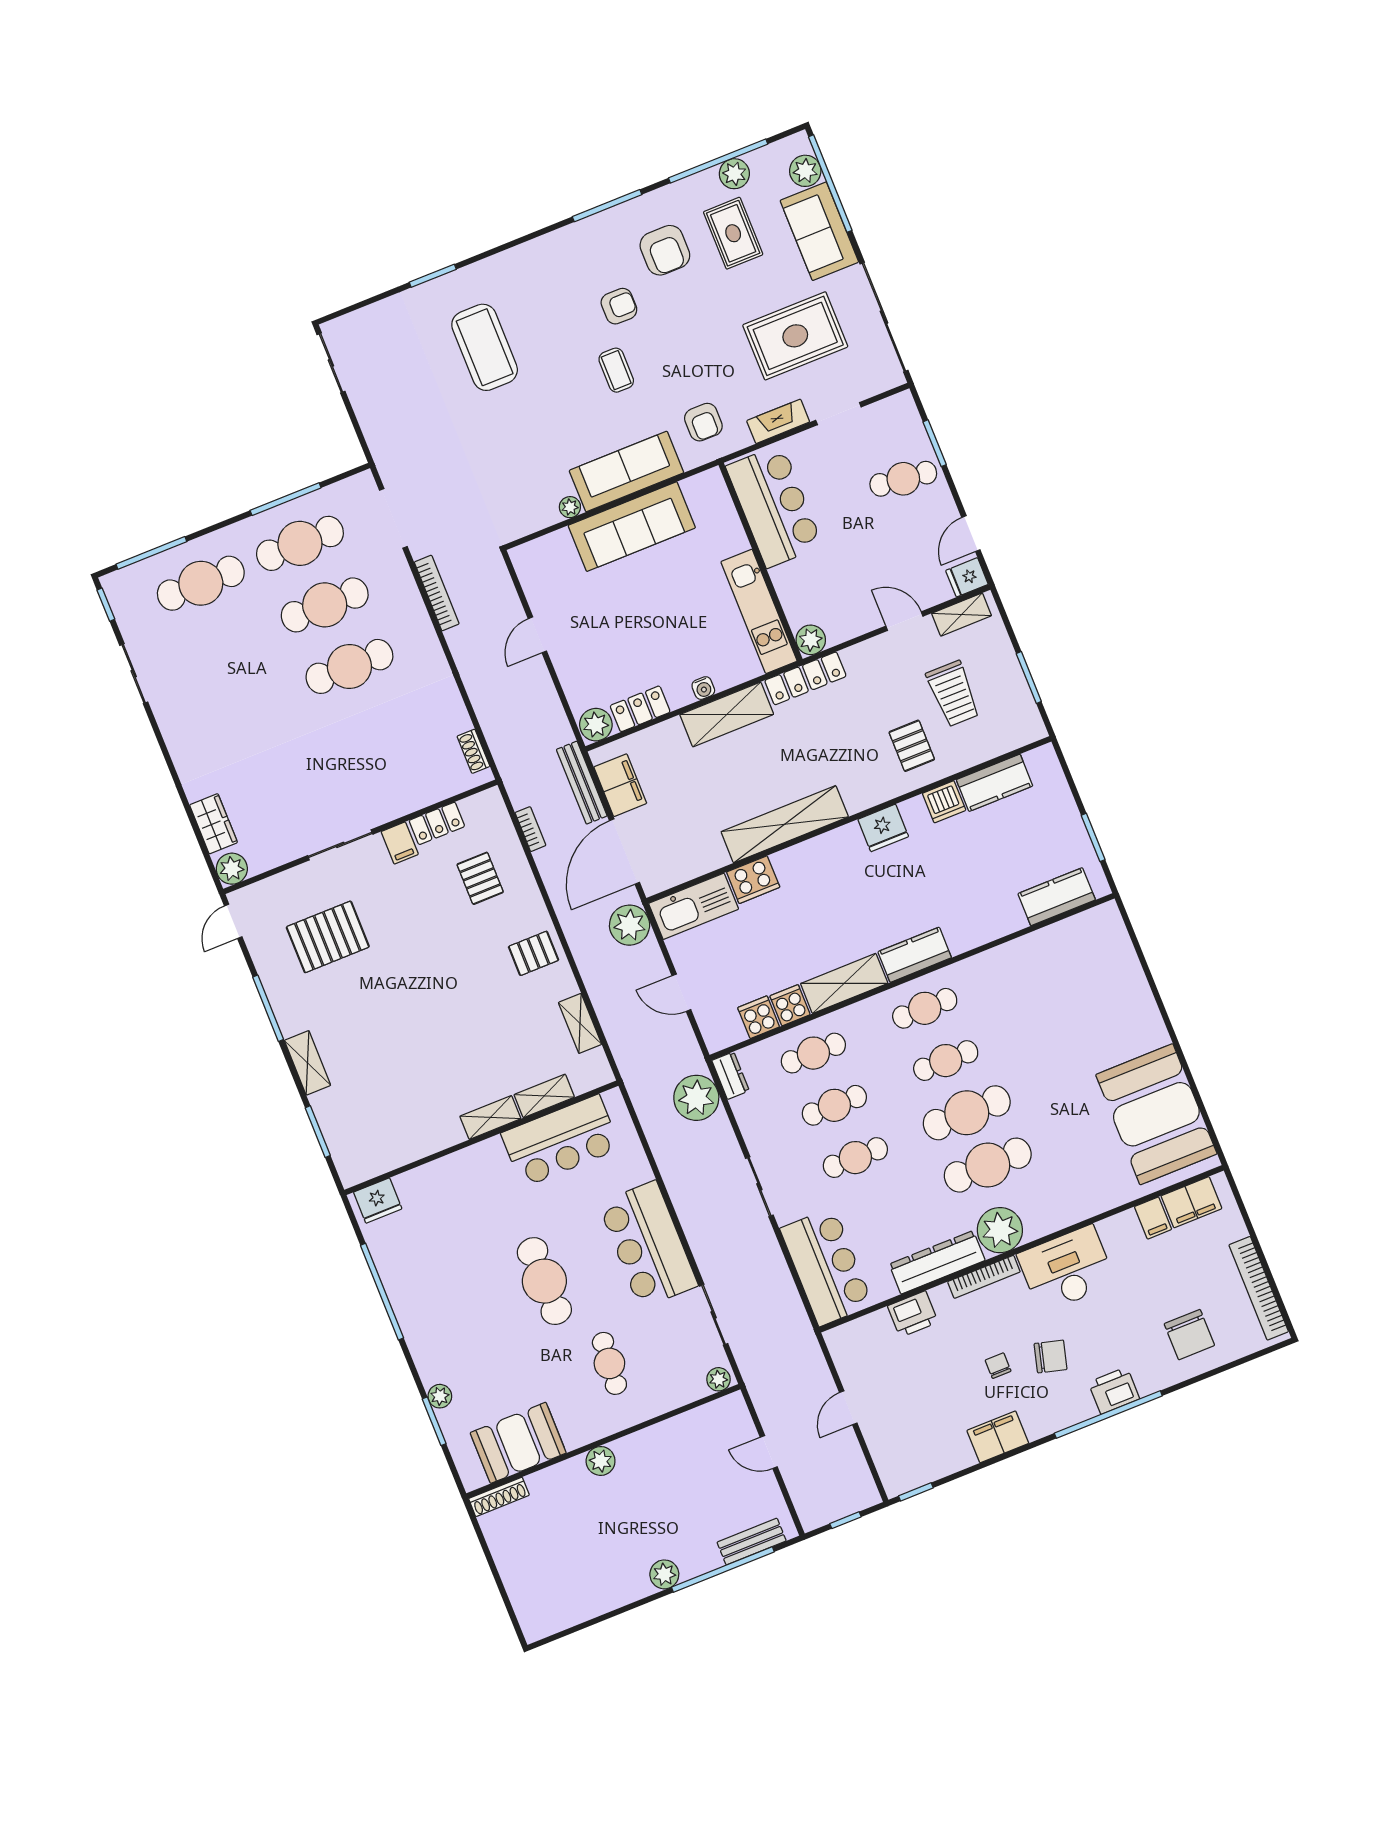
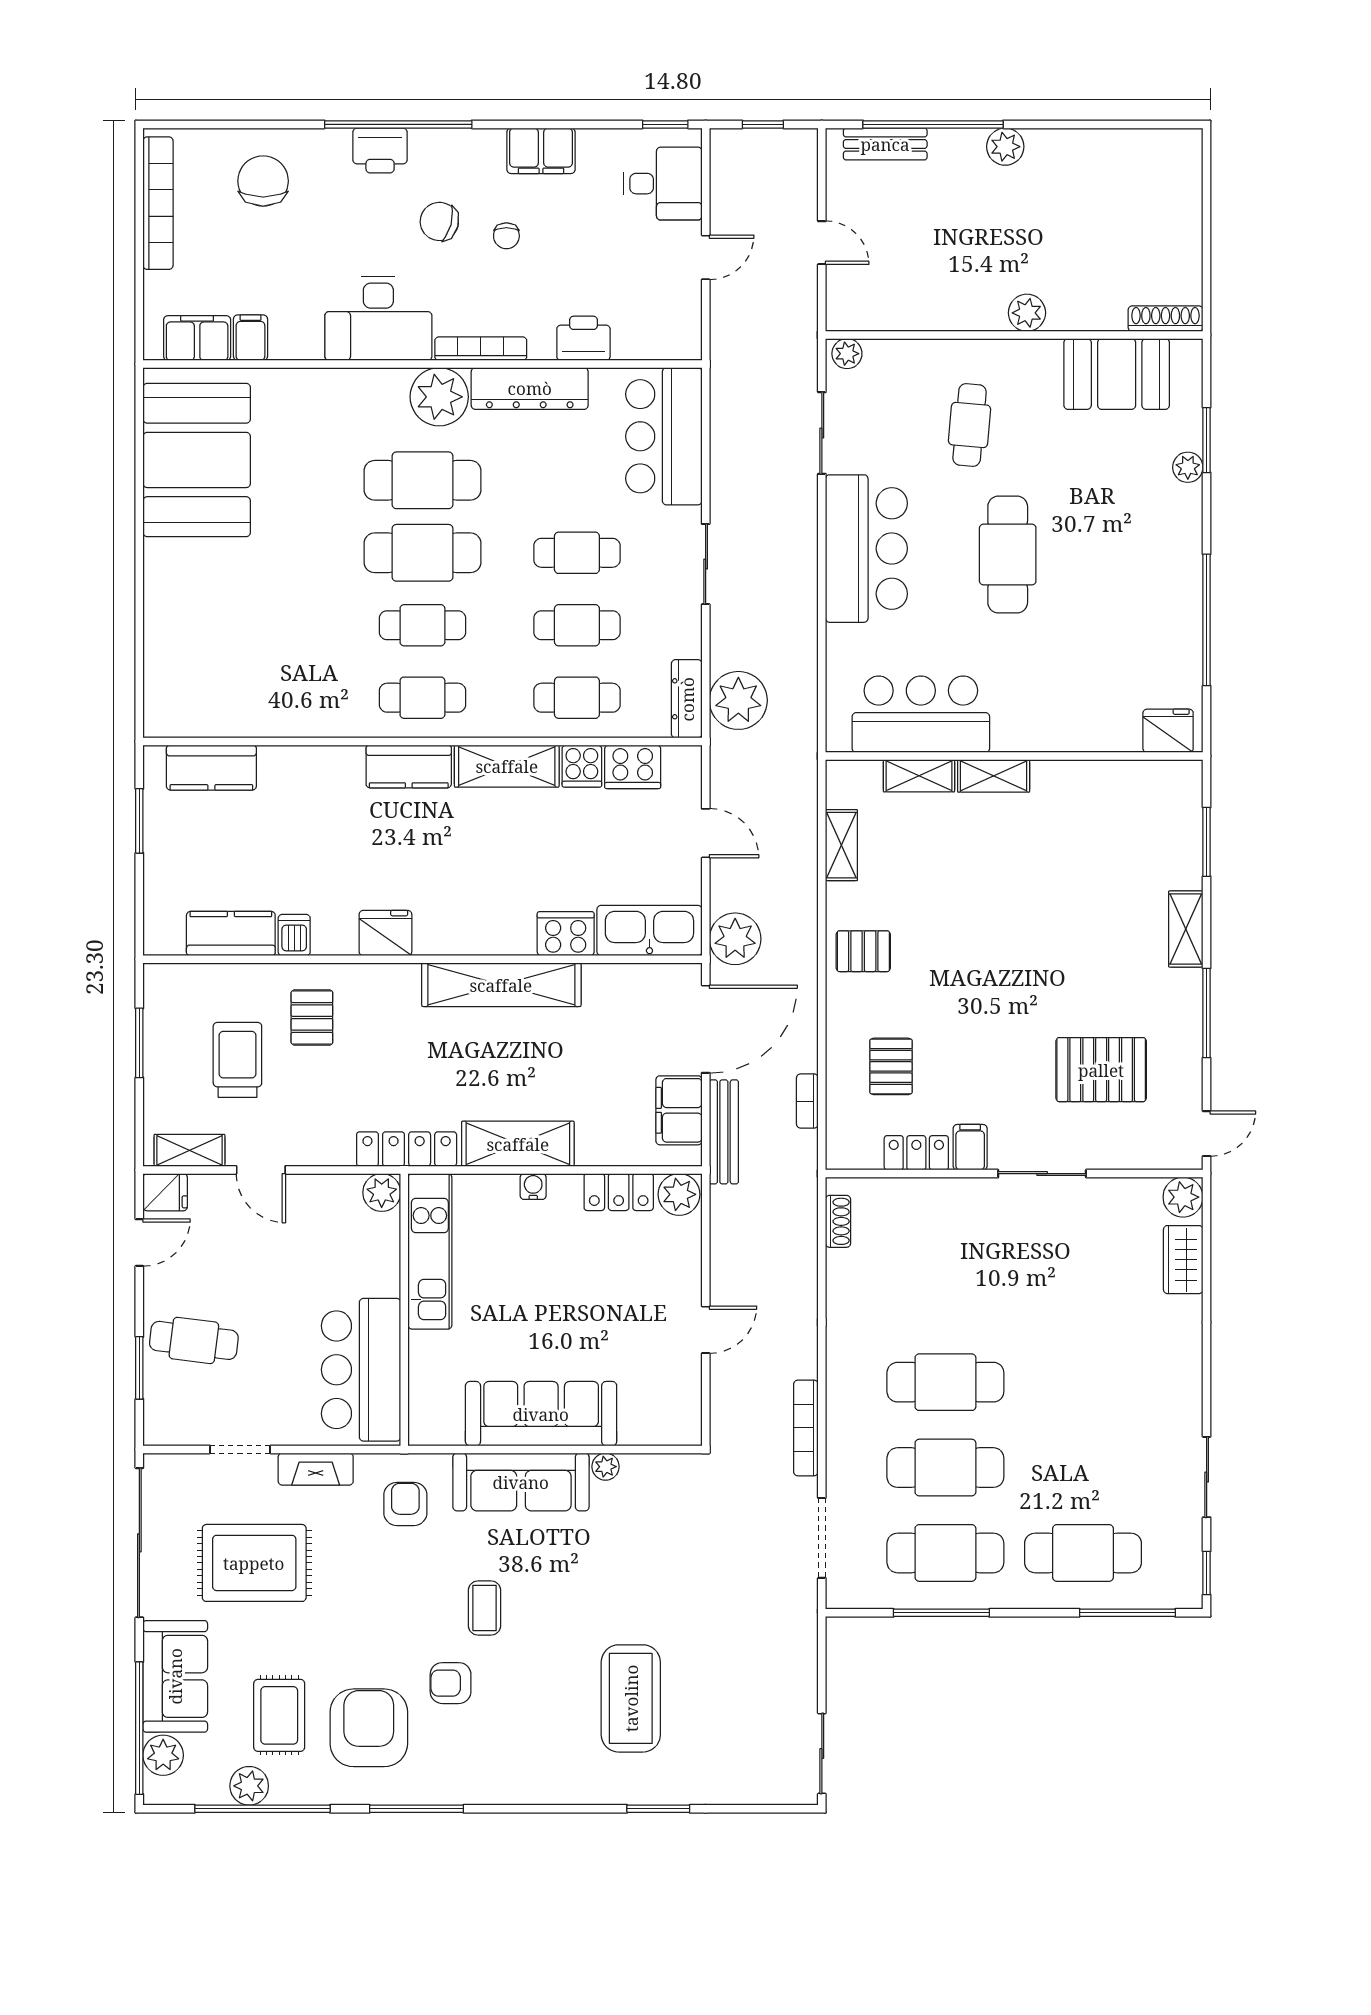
armchair: (665, 250) -> (369, 1728), width x1.36, depth x1.36
dishwasher: (944, 802) -> (294, 935), width x0.73
cooker: (759, 1017) -> (633, 767), width x1.36
dresser: (731, 1076) -> (687, 699), width x1.44
desk: (901, 1449) -> (663, 184), added

